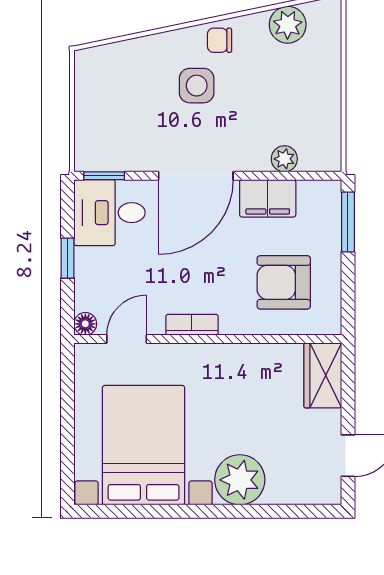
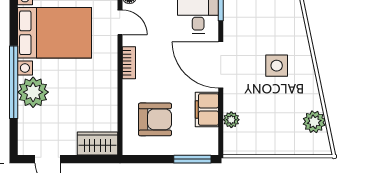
chair: (220, 40) -> (305, 80), removed
armchair: (284, 282) -> (155, 119), turned 90
window: (224, 511) -> (14, 82), added

